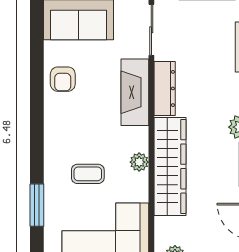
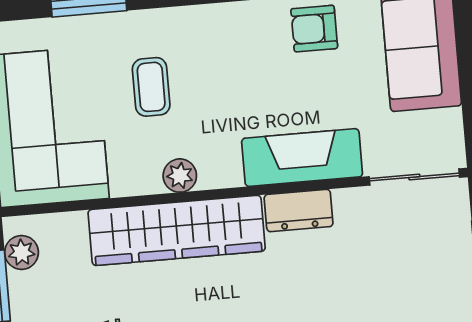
dresser: (165, 88) -> (299, 211), width x0.70

